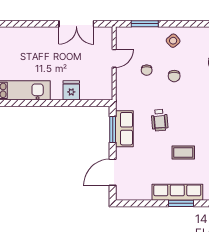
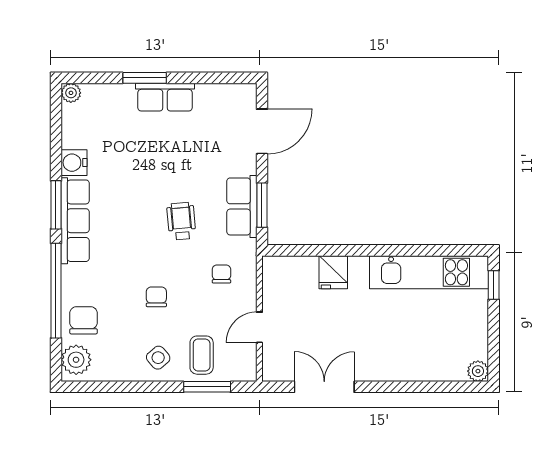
chair: (147, 70) -> (221, 274), moved
coffee table: (183, 152) -> (202, 355), moved, turned 90
row of seats: (177, 192) -> (165, 97), width x0.68

